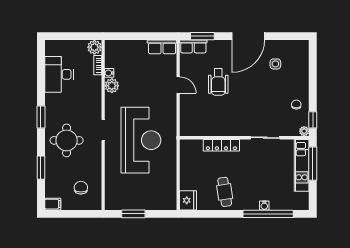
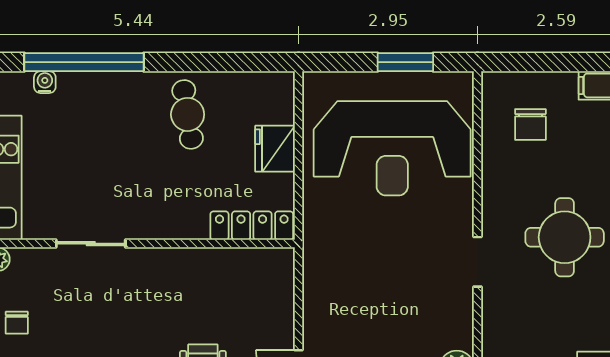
reception desk: (141, 140) -> (392, 148), moved, turned -90
locker: (221, 145) -> (252, 226), moved
fridge: (188, 200) -> (275, 149), moved
water cooler: (264, 205) -> (45, 82), moved

